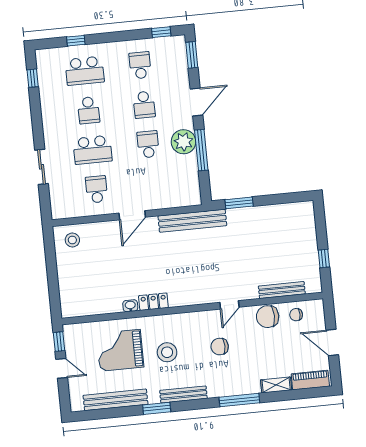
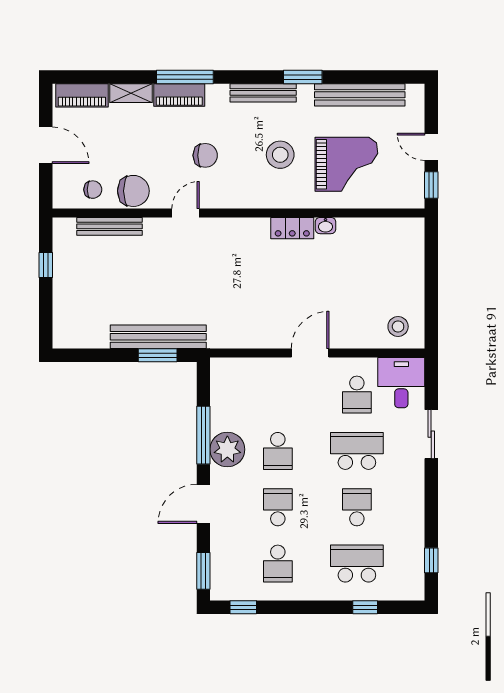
desk: (66, 201) -> (401, 383), added
bench: (192, 221) -> (158, 337), moved
piano: (242, 387) -> (179, 95), added

